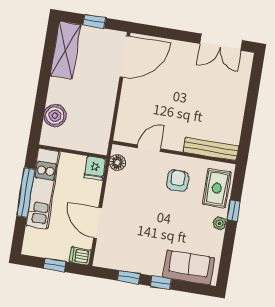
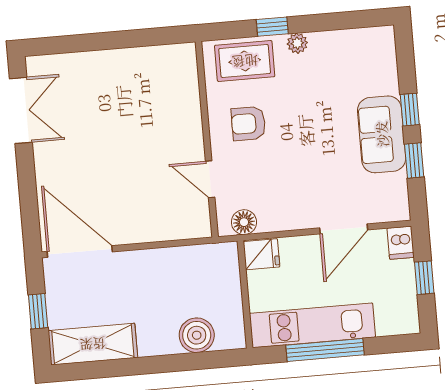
bench: (211, 149) -> (187, 85), removed
sofa: (189, 268) -> (382, 134), moved

